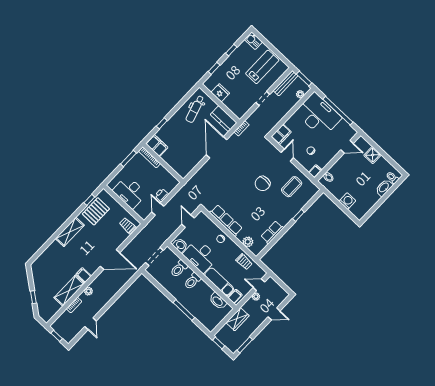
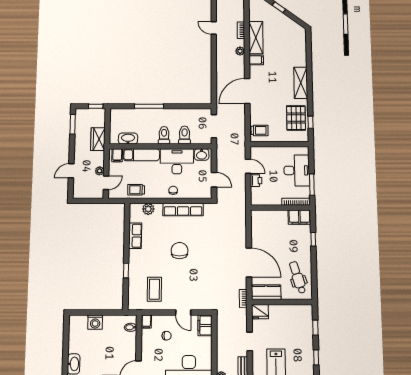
fridge: (220, 93) -> (260, 312), moved
chair: (263, 183) -> (180, 251), moved
desk: (130, 192) -> (297, 170), moved, turned 90

